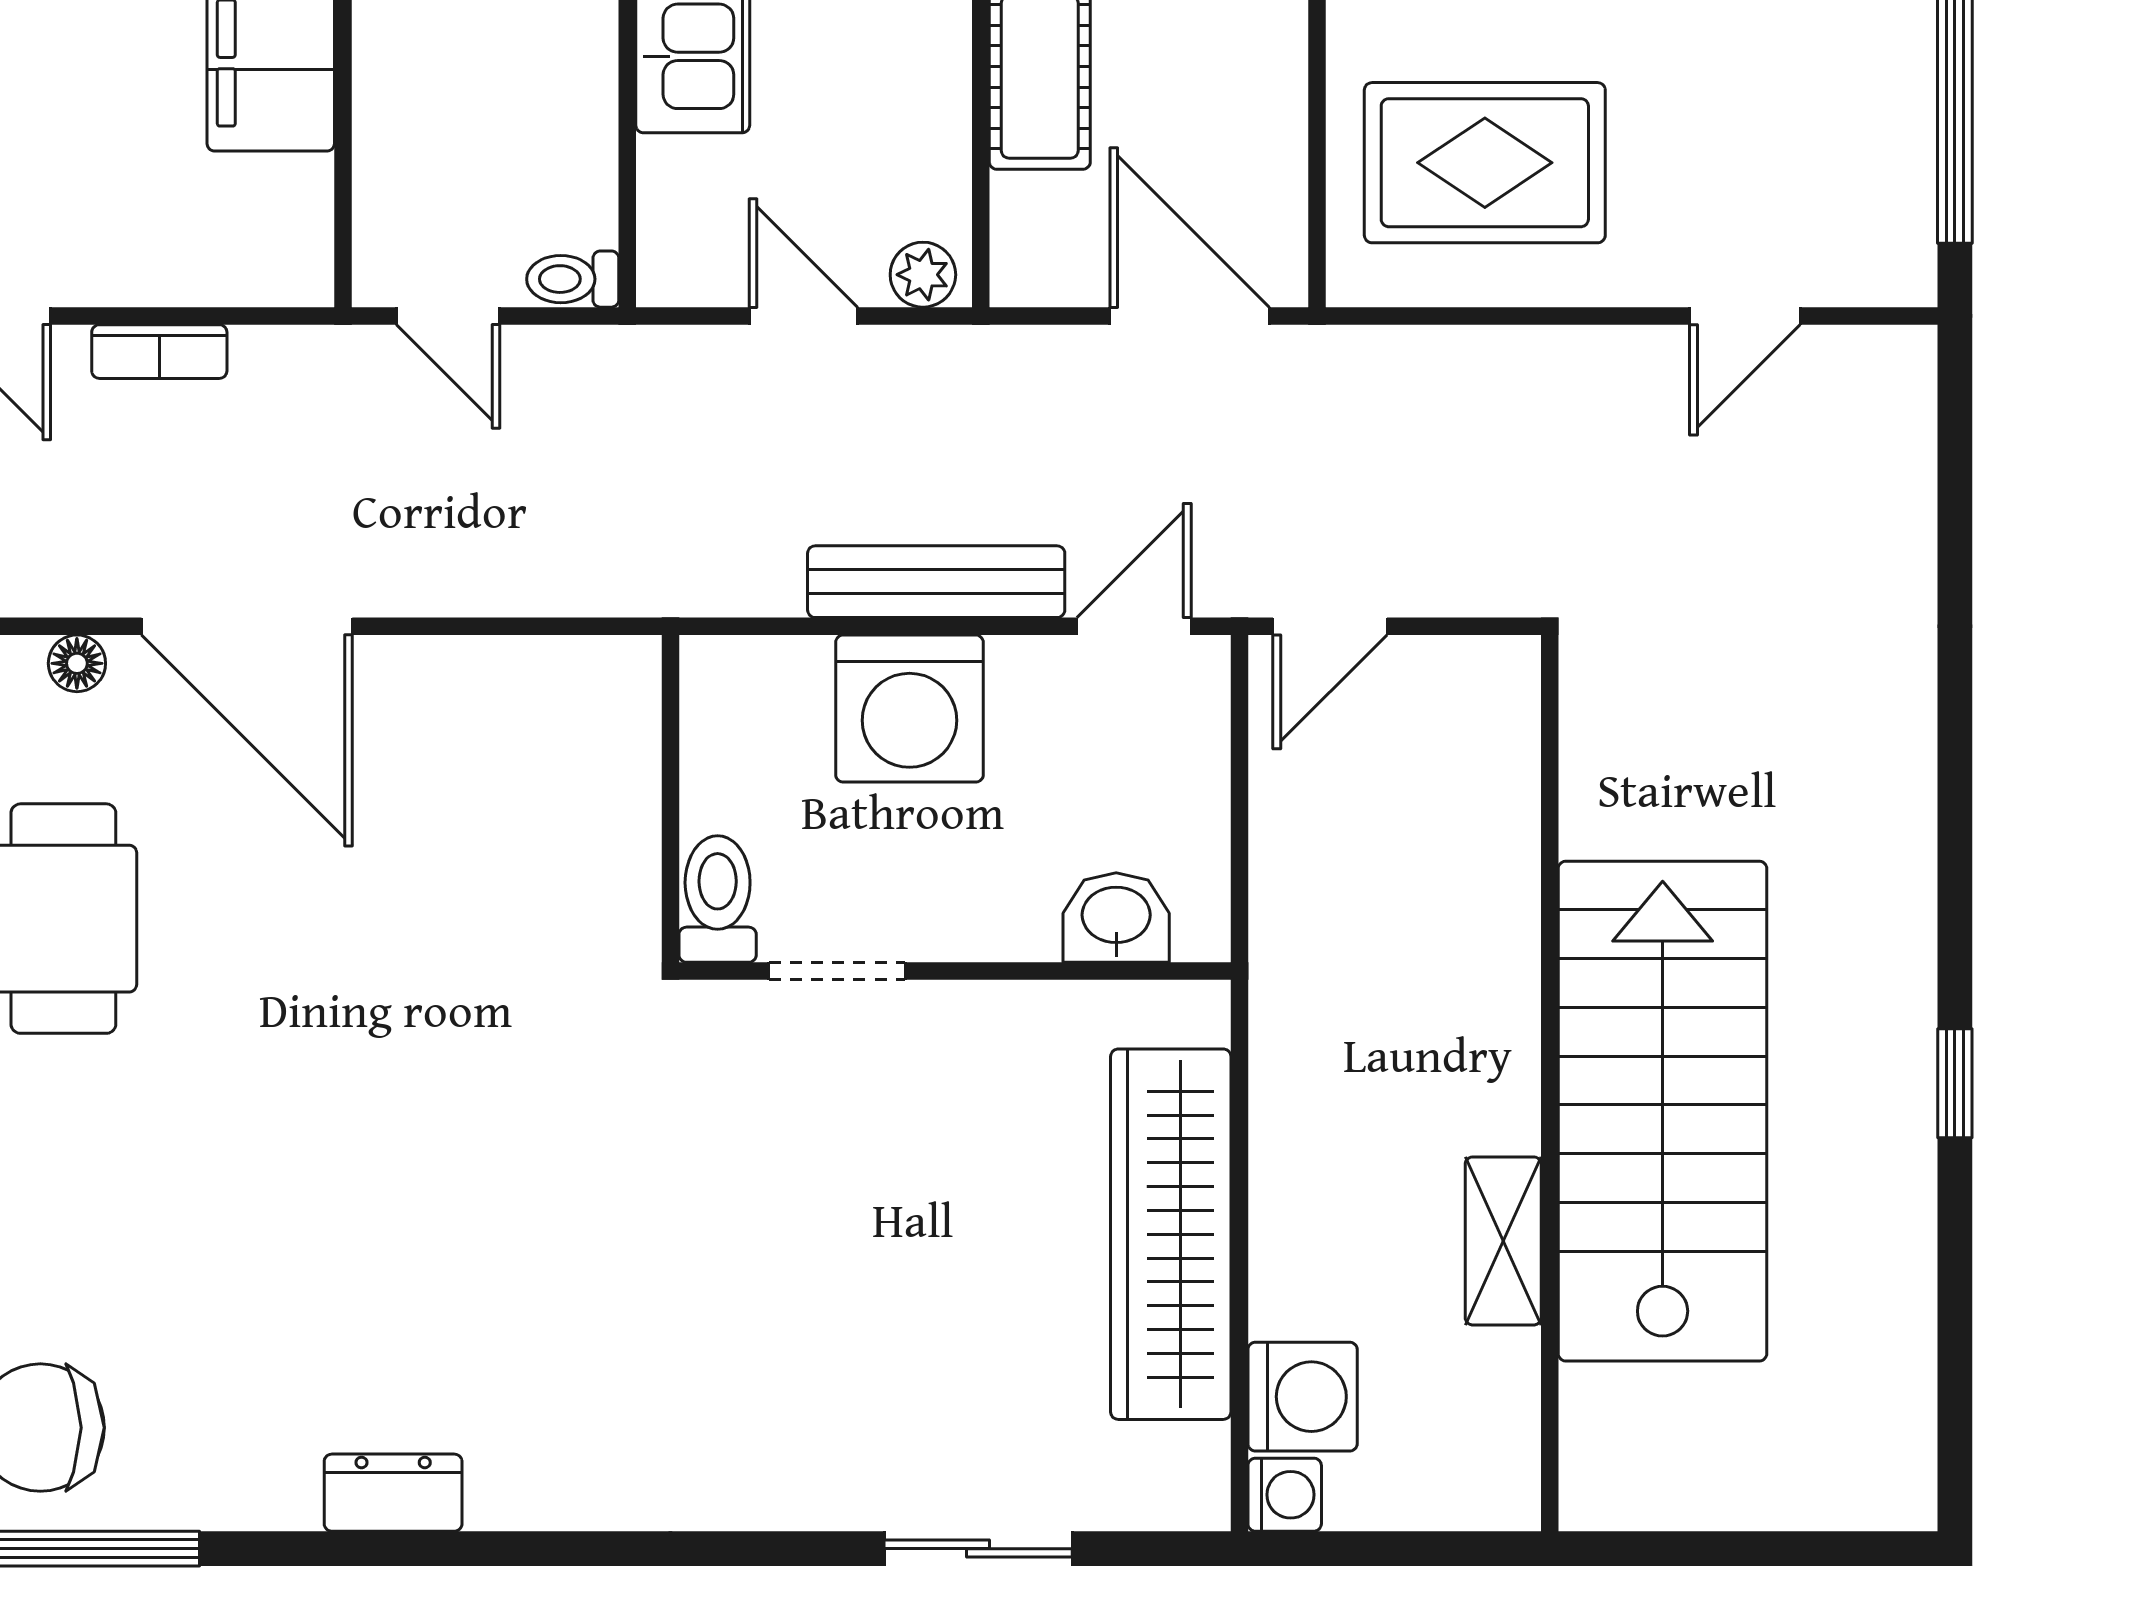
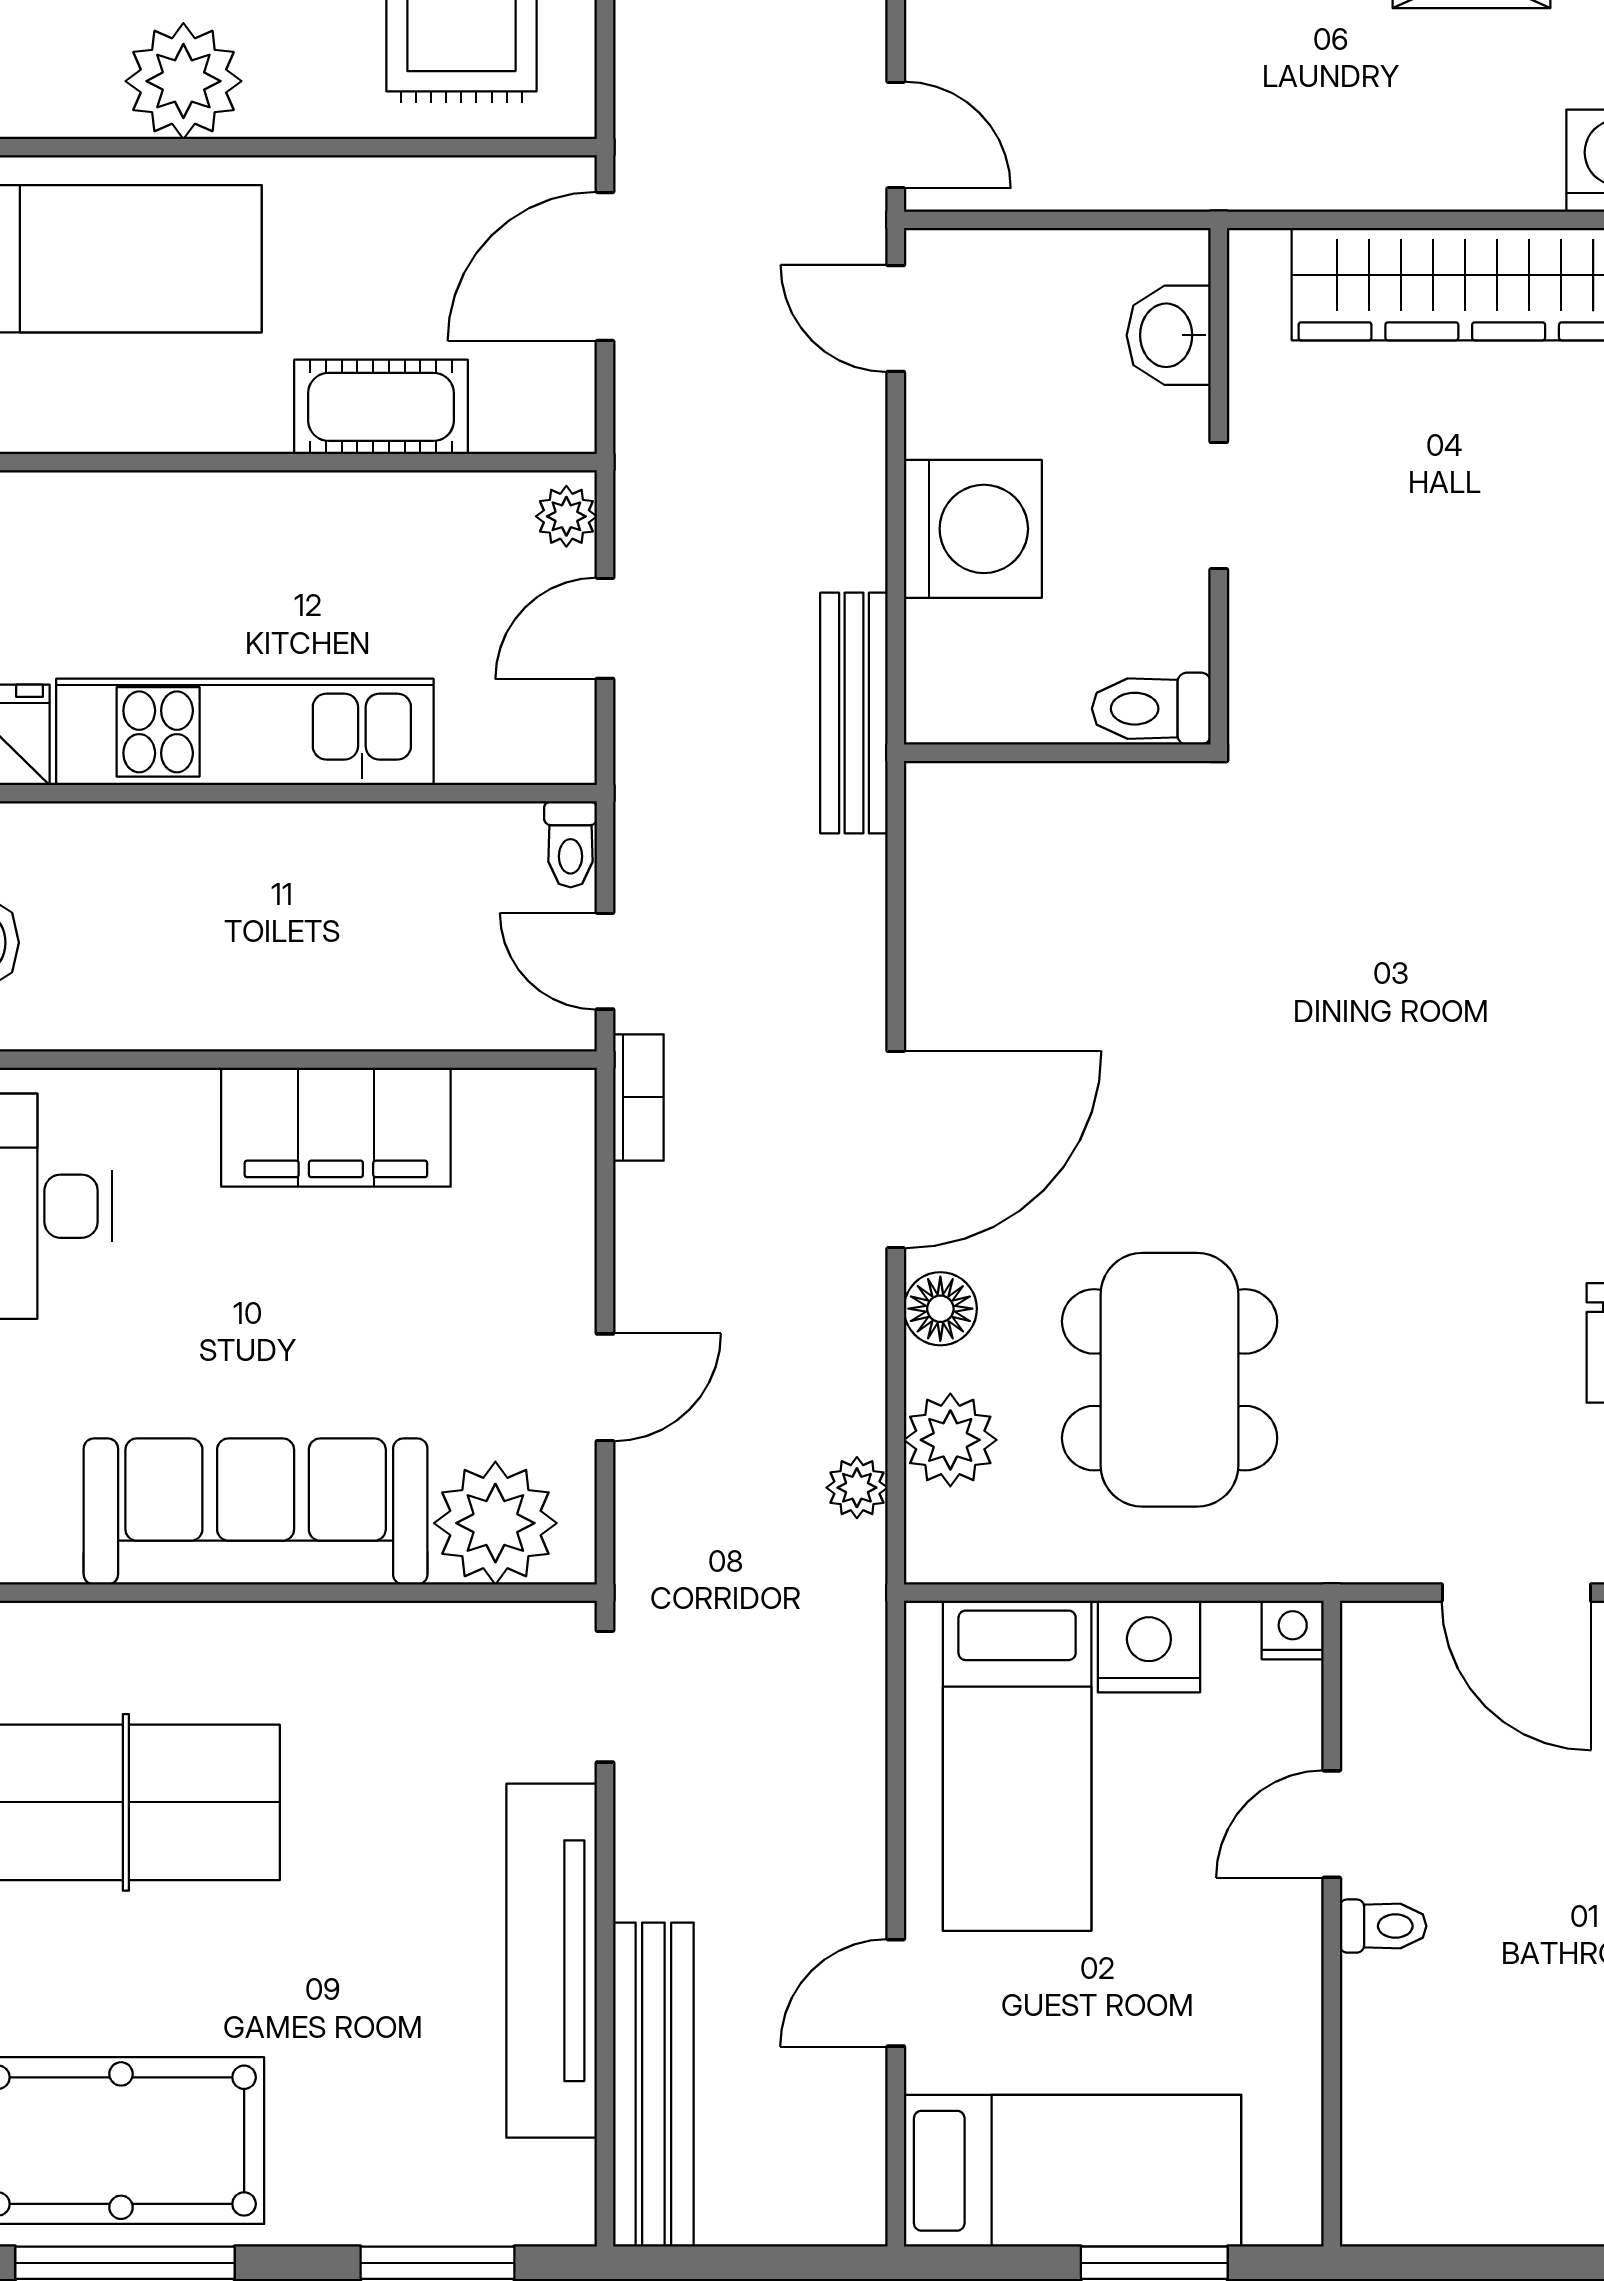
door: (448, 316) -> (605, 961), swing flipped
bookcase: (159, 352) -> (638, 1097), moved
bench: (936, 582) -> (854, 713), moved
floor lamp: (77, 663) -> (940, 1309), width x1.37, depth x1.37
doorway: (837, 971) -> (1219, 506), moved

